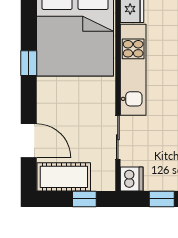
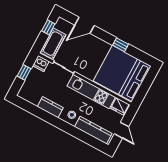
cot: (64, 177) -> (53, 44), moved
window: (84, 199) -> (48, 27), moved

